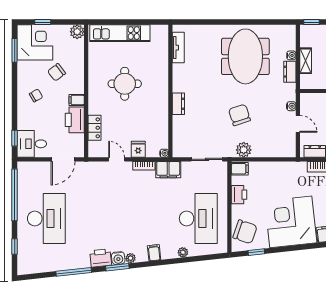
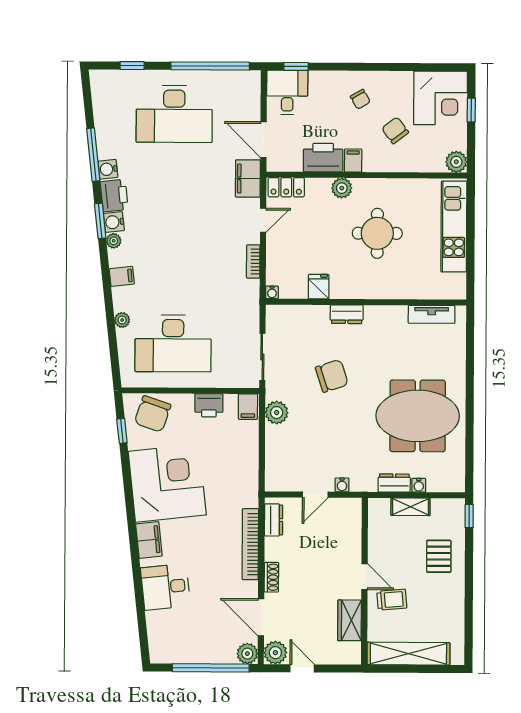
window: (15, 50) -> (428, 67), removed
plant: (95, 107) -> (342, 188), added
chair: (239, 115) -> (332, 376), moved
locker: (95, 128) -> (286, 187), moved
fridge: (138, 149) -> (319, 287), moved, turned -90
filing cabinet: (168, 170) -> (248, 178), moved
water cooler: (83, 262) -> (108, 169), added

